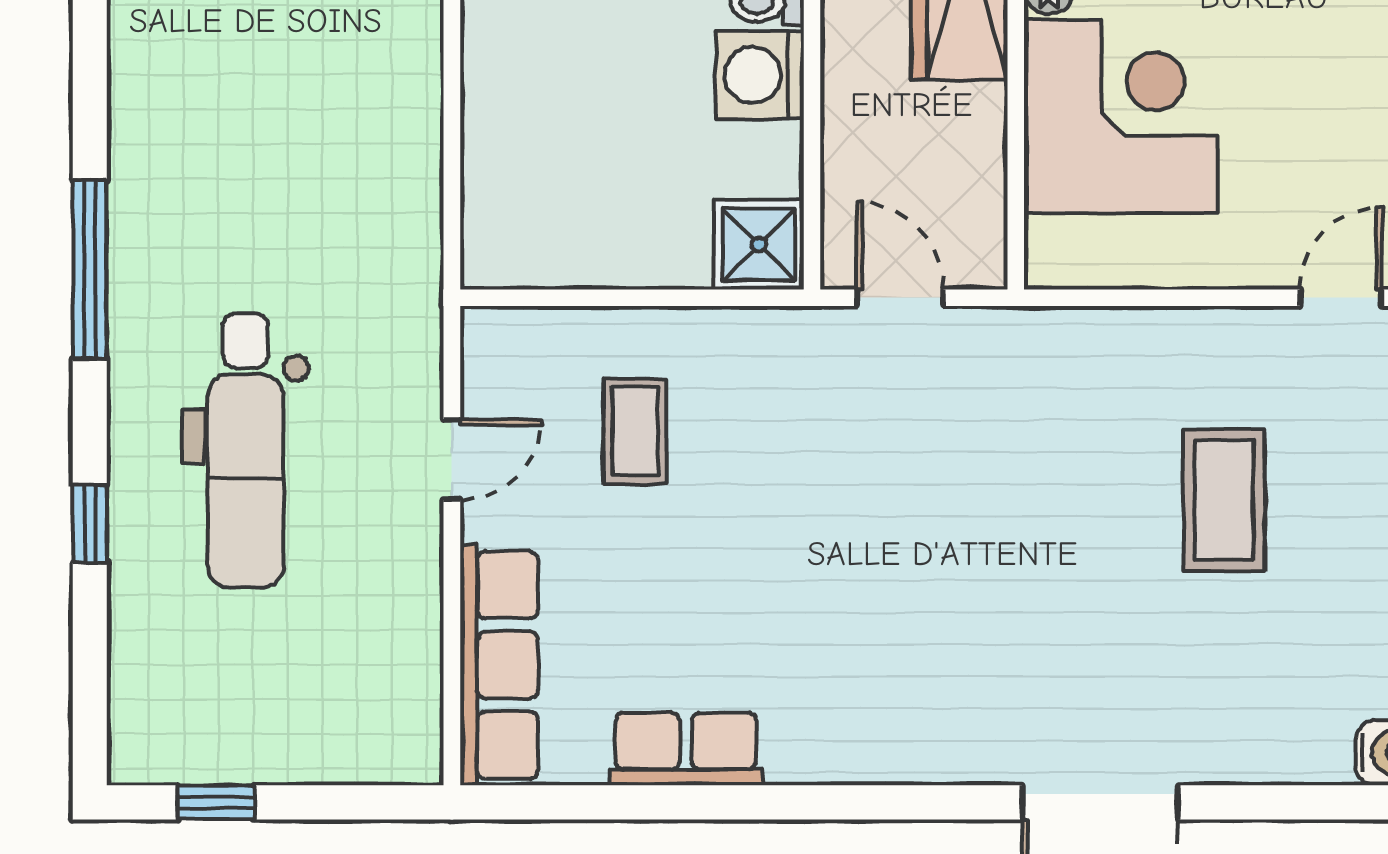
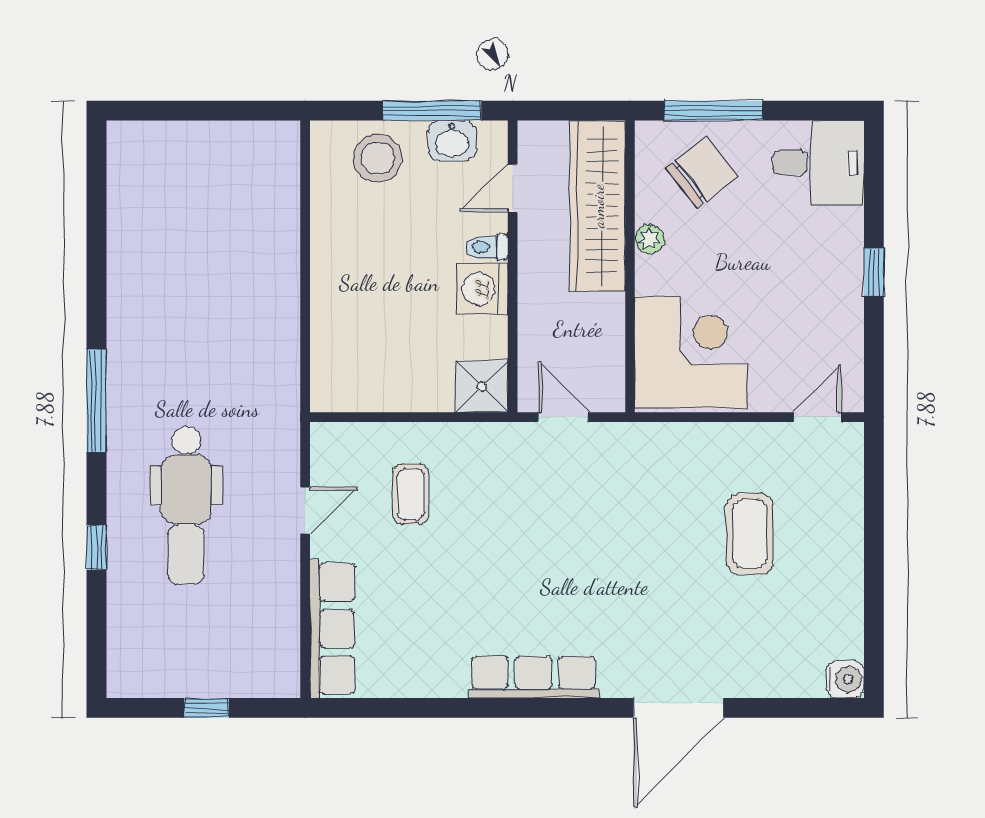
corner desk: (1121, 116) -> (691, 352), moved
row of seats: (686, 749) -> (533, 677), moved, width x1.48
window: (216, 802) -> (207, 708), moved

